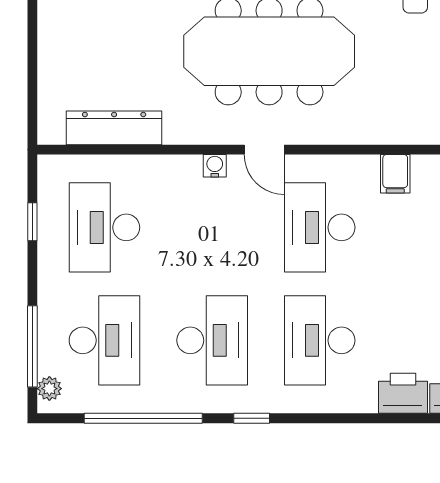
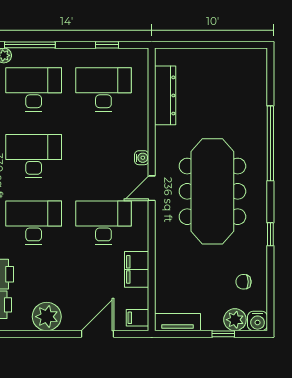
filing cabinet: (395, 174) -> (137, 269), width x2.00
desk: (104, 340) -> (34, 90), turned 180
desk: (212, 340) -> (34, 156), turned 180

